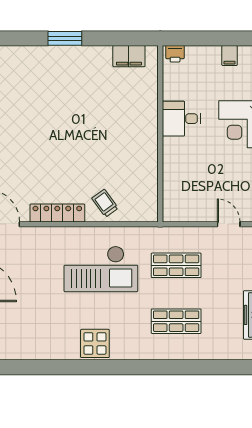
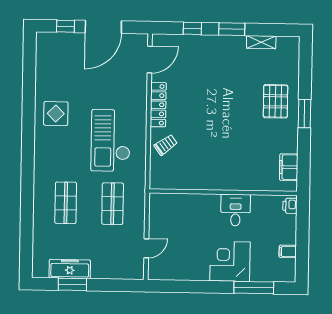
pallet: (51, 73) -> (275, 101), added
display table: (95, 343) -> (56, 114), moved

